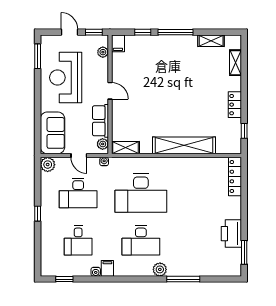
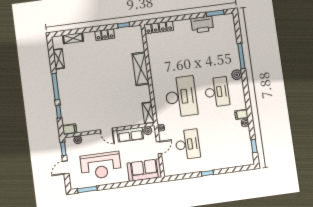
door: (110, 91) -> (107, 131), swing flipped
shelving: (184, 145) -> (141, 69), width x0.68
plant: (48, 165) -> (169, 171), removed
desk: (78, 240) -> (223, 139), removed

